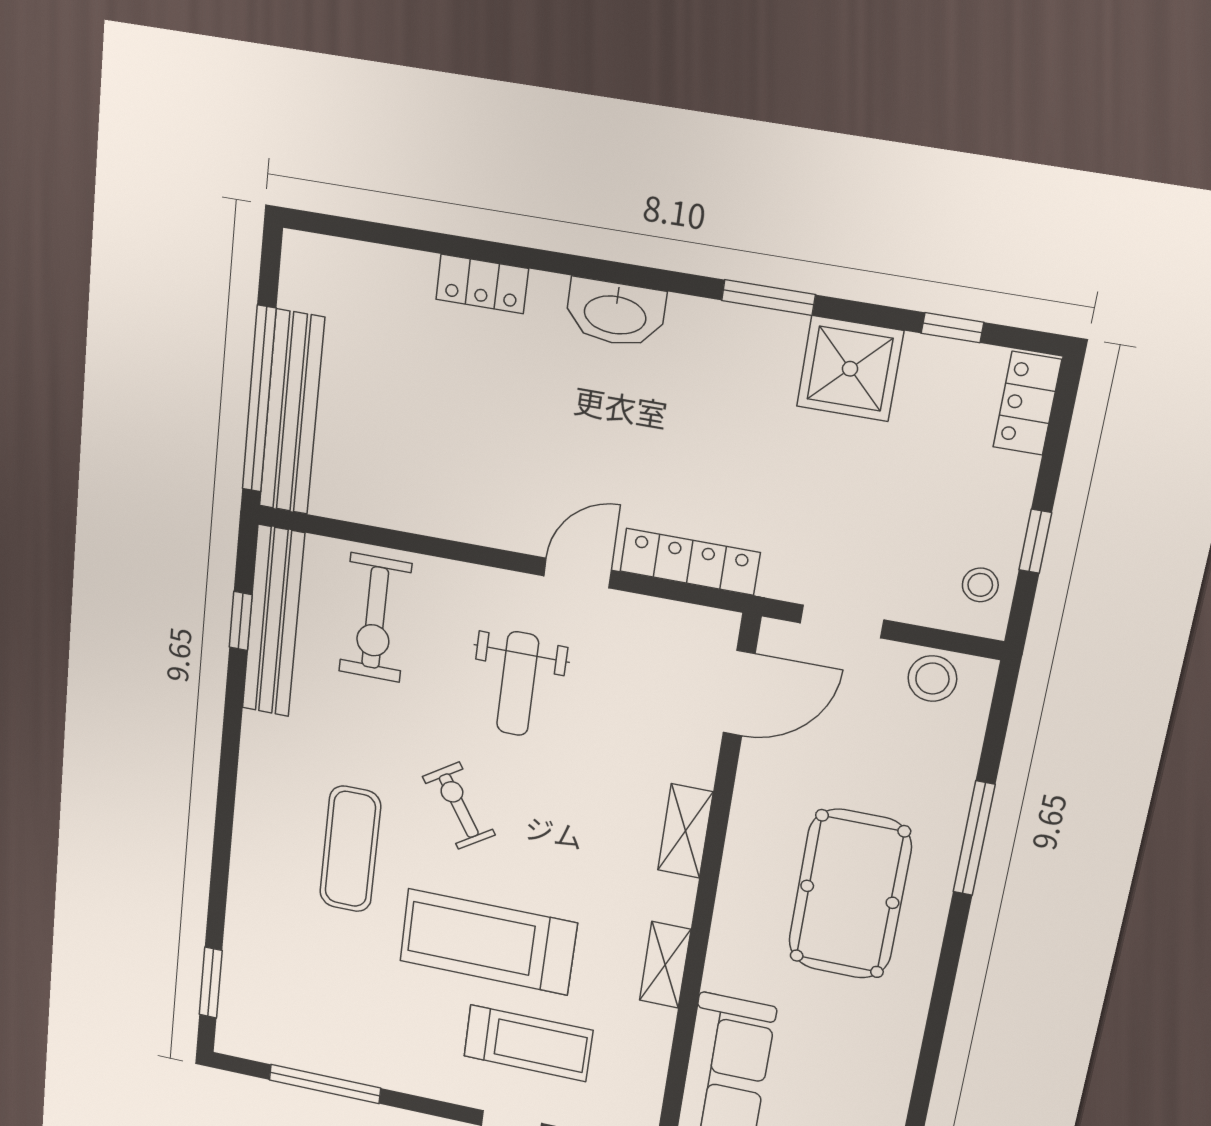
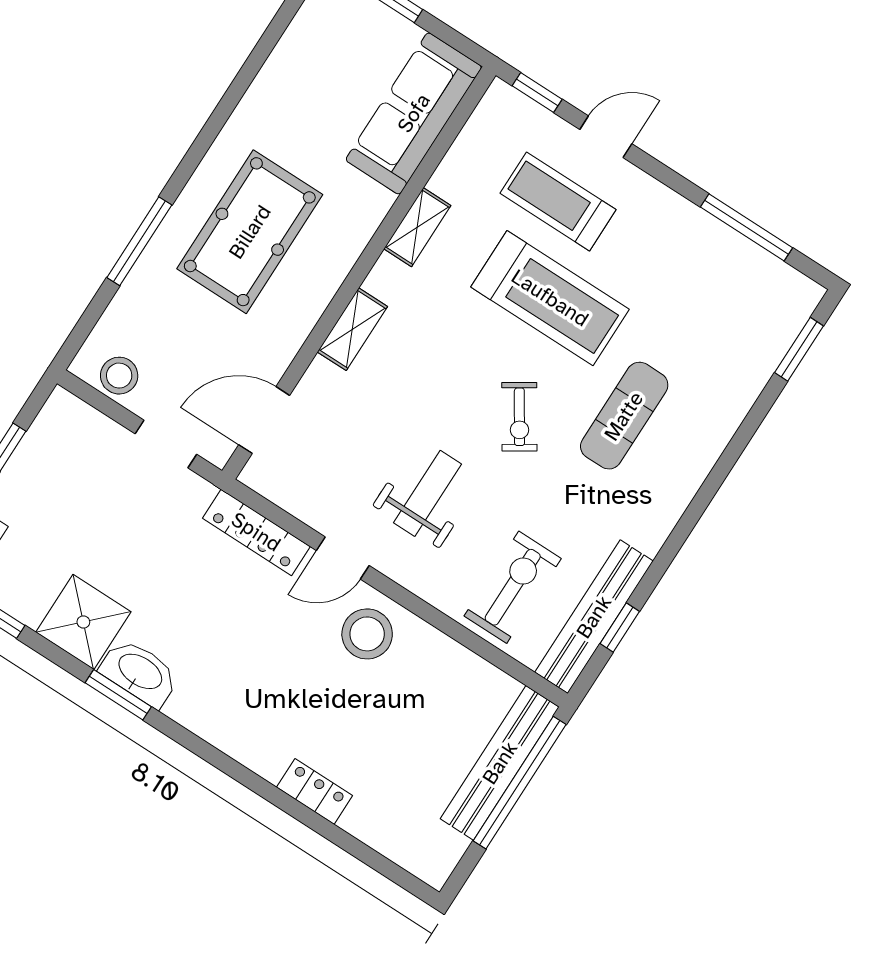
washbasin: (615, 313) -> (140, 673), moved
stool: (980, 585) -> (367, 634), moved, width x1.89, depth x1.89

